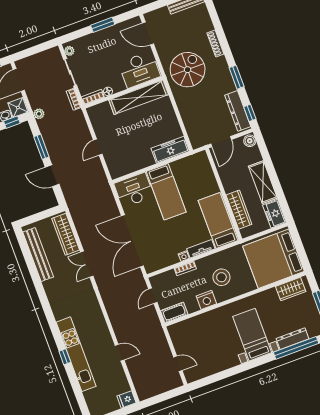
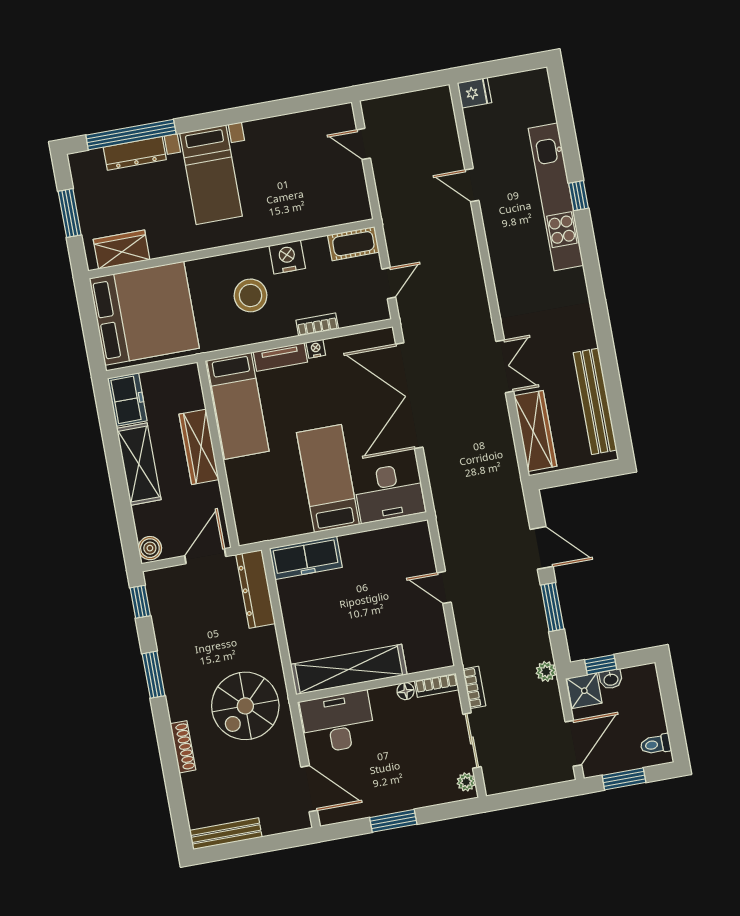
dresser: (238, 111) -> (255, 589), moved, turned 180
door: (98, 147) -> (444, 587), swing flipped
wardrobe: (239, 210) -> (199, 447), moved
double door: (132, 241) -> (409, 396), swing flipped

